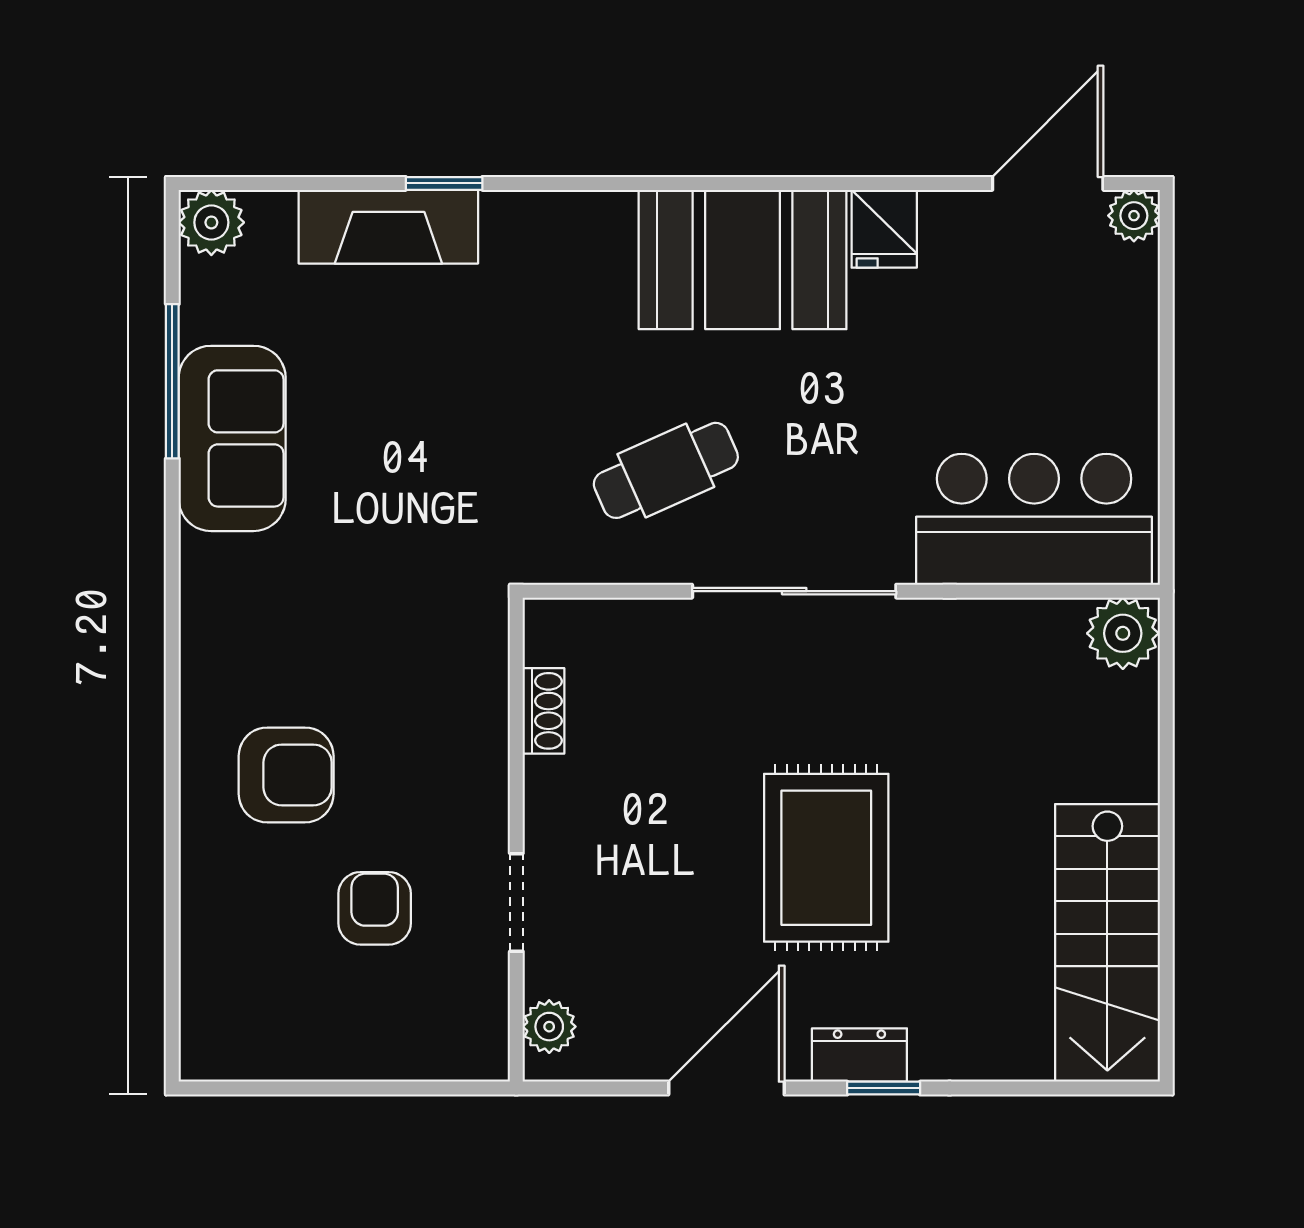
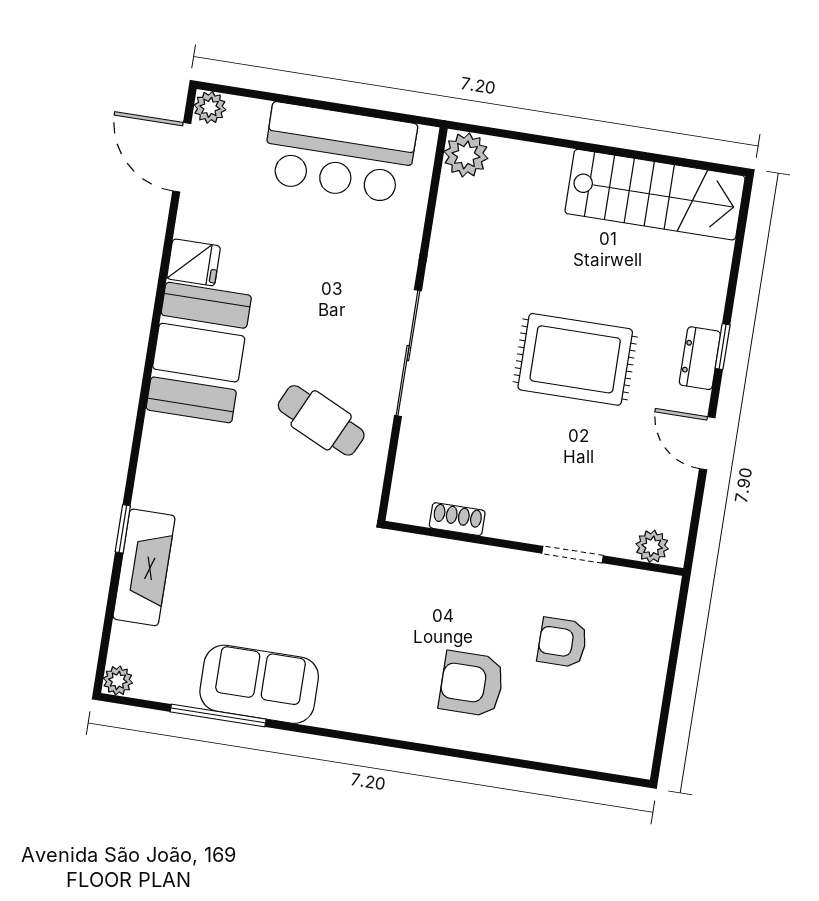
plant: (211, 222) -> (118, 681), width x0.73, depth x0.73
cafe table: (666, 470) -> (321, 420), turned -41
bar counter: (1034, 519) -> (339, 153), moved, turned -90
armchair: (286, 775) -> (472, 684), turned -90
door: (726, 1088) -> (707, 443), width x0.73

